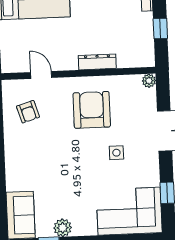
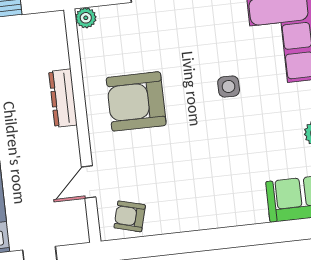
armchair: (28, 112) -> (130, 216), moved, turned -148
side table: (116, 153) -> (229, 87), moved

